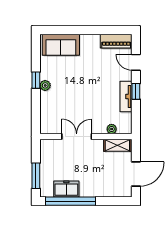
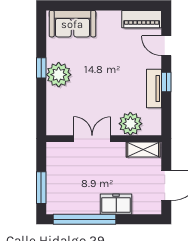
plant: (45, 85) -> (59, 75), width x1.87, depth x1.87
plant: (112, 129) -> (130, 124), width x1.87, depth x1.87
freezer: (66, 189) -> (116, 204), moved

